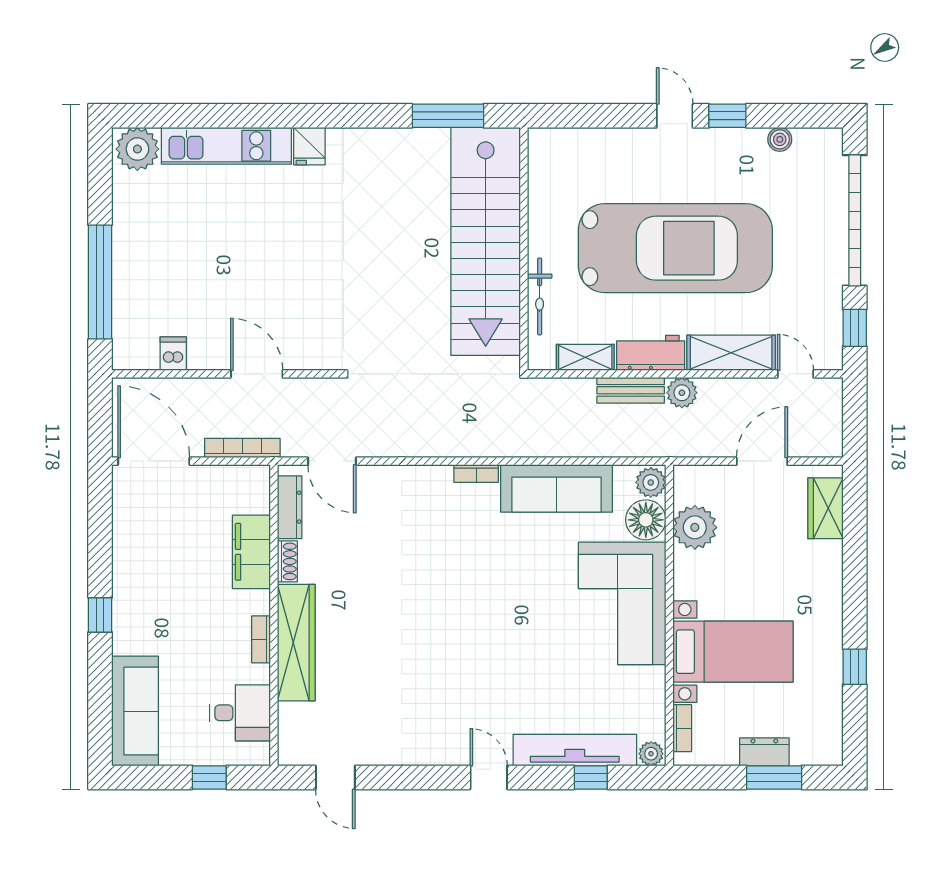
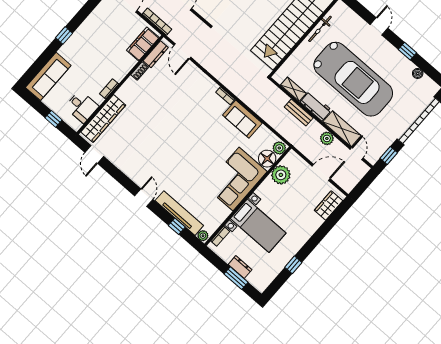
door: (675, 116) -> (379, 26), moved
bicycle: (540, 296) -> (320, 29), moved
plant: (682, 393) -> (327, 138), moved
sofa: (557, 488) -> (242, 119), width x0.73
filing cabinet: (251, 552) -> (143, 44), moved
wardrobe: (296, 643) -> (103, 119), moved

